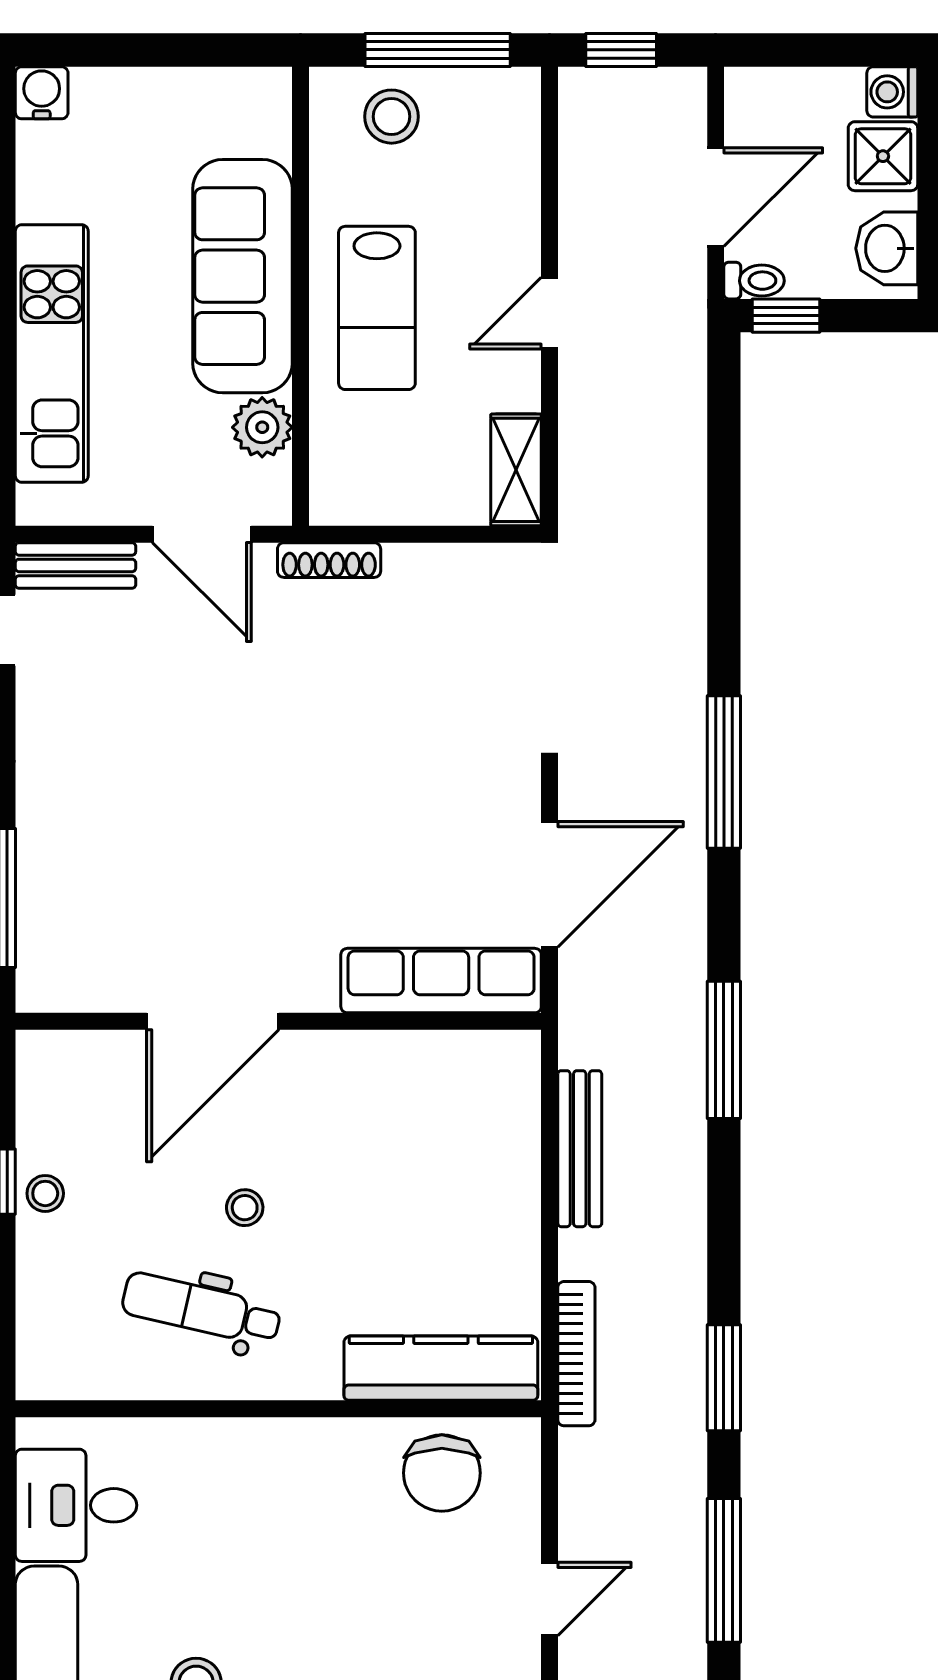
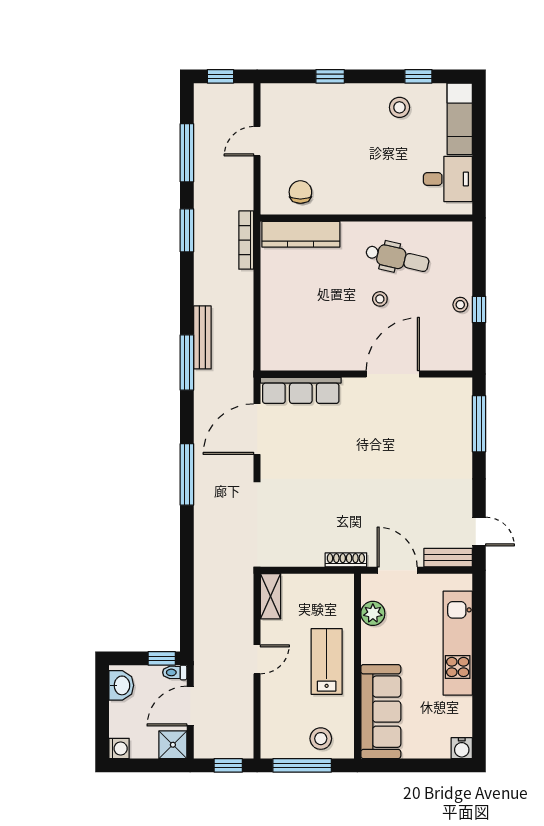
shower: (883, 156) -> (173, 745), moved
sofa: (243, 276) -> (381, 712), moved
bench: (580, 1149) -> (202, 337), moved
chair: (442, 1473) -> (300, 192), width x0.73, depth x0.73

